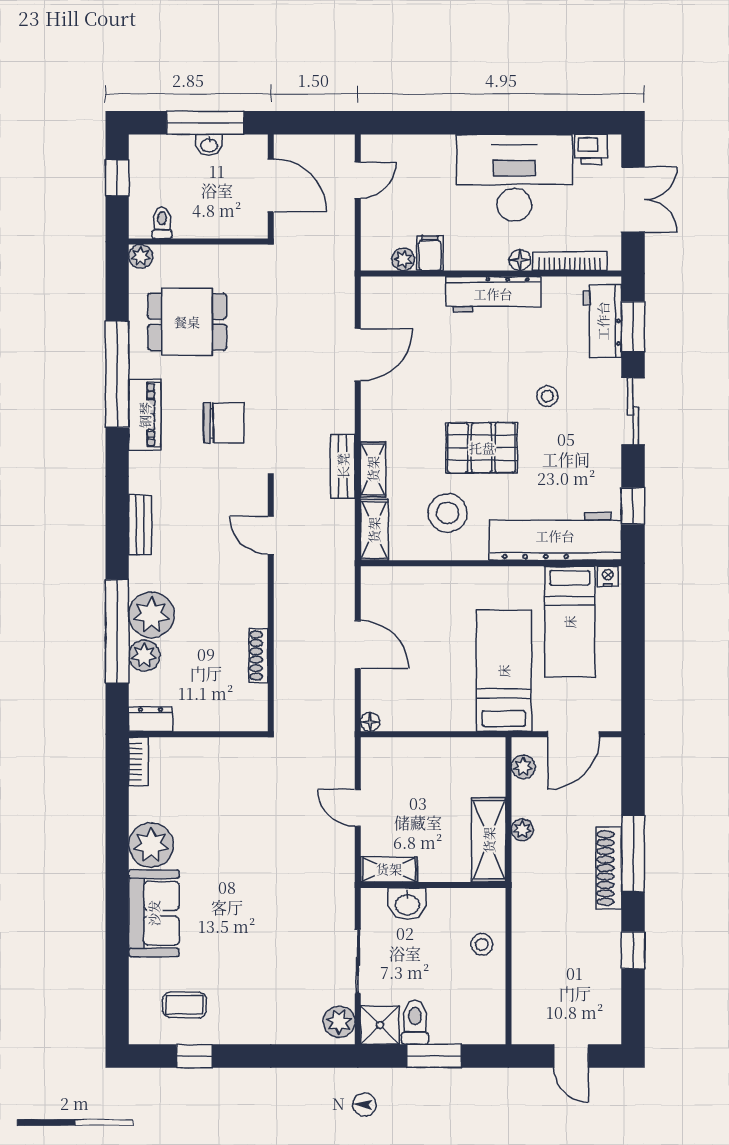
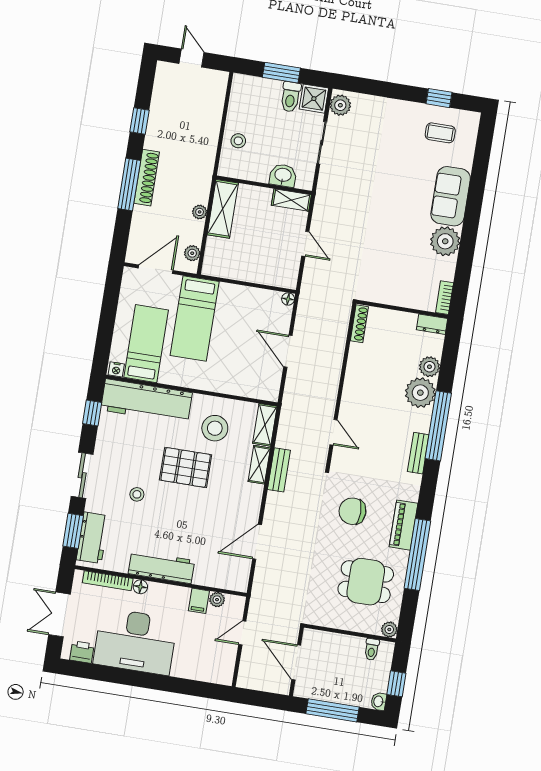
washbasin: (209, 145) -> (379, 701), moved, turned -90
door: (358, 180) -> (242, 633), moved
window: (117, 631) -> (438, 426), moved
shoe rack: (259, 656) -> (359, 324), moved

